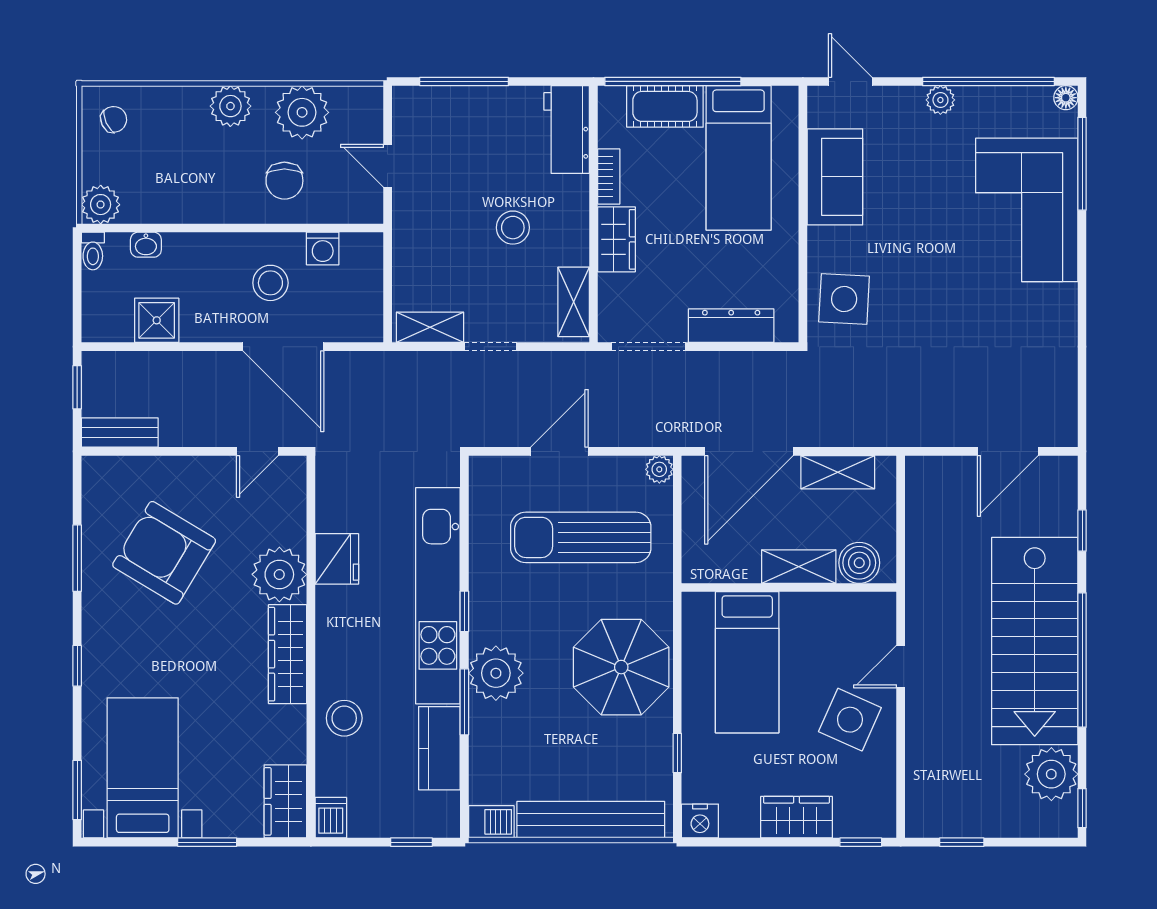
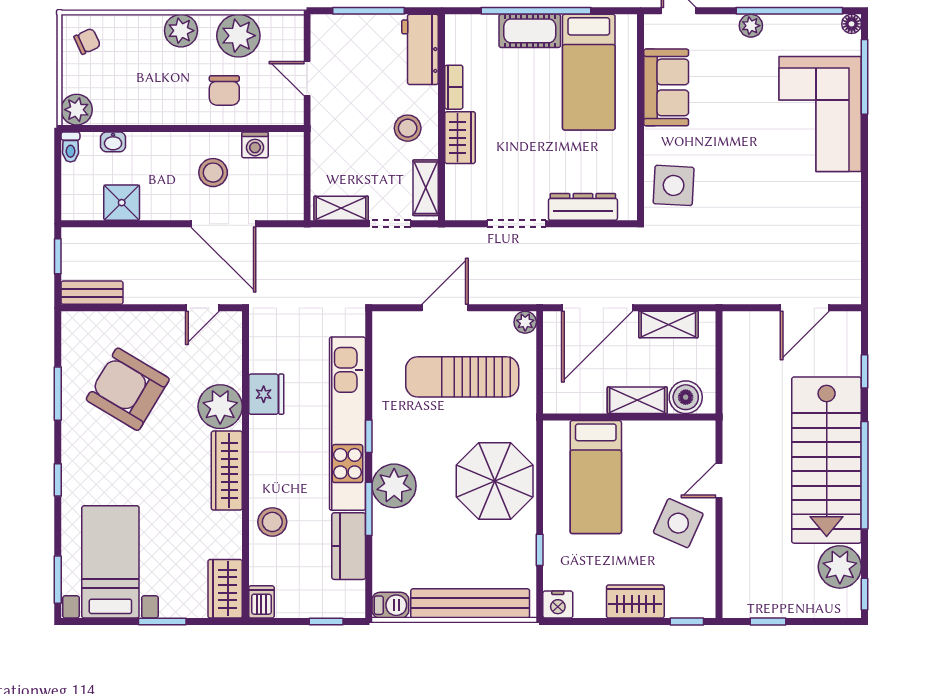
workbench: (567, 130) -> (420, 49), moved
bookcase: (609, 177) -> (454, 87), moved
wall: (594, 214) -> (442, 117), moved
wardrobe: (617, 239) -> (460, 138), moved
shelving: (574, 302) -> (426, 188), moved

